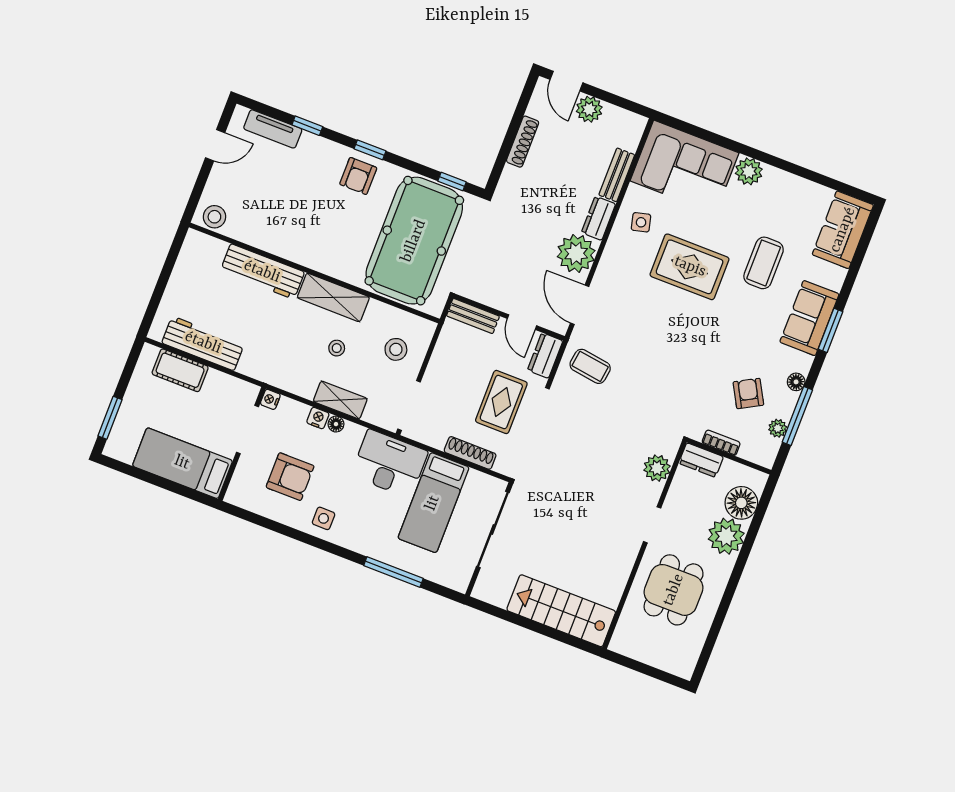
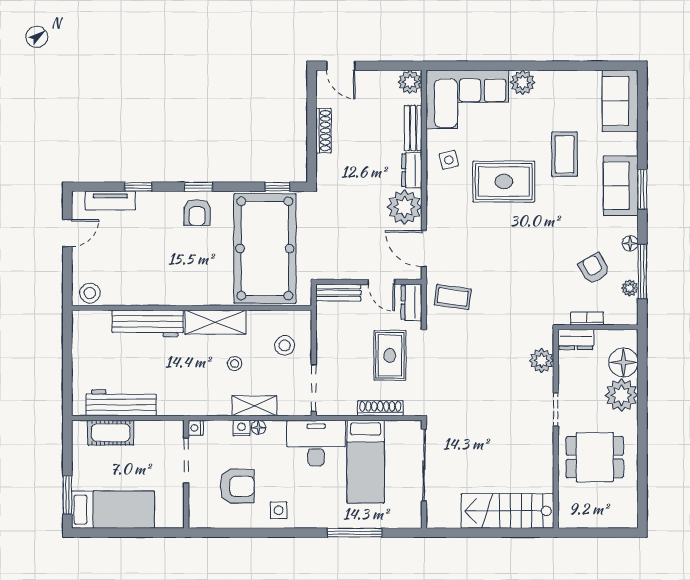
plant: (589, 109) -> (410, 82), moved
bed: (182, 463) -> (113, 510), moved, turned 180
dining table: (674, 590) -> (595, 457), turned 90

